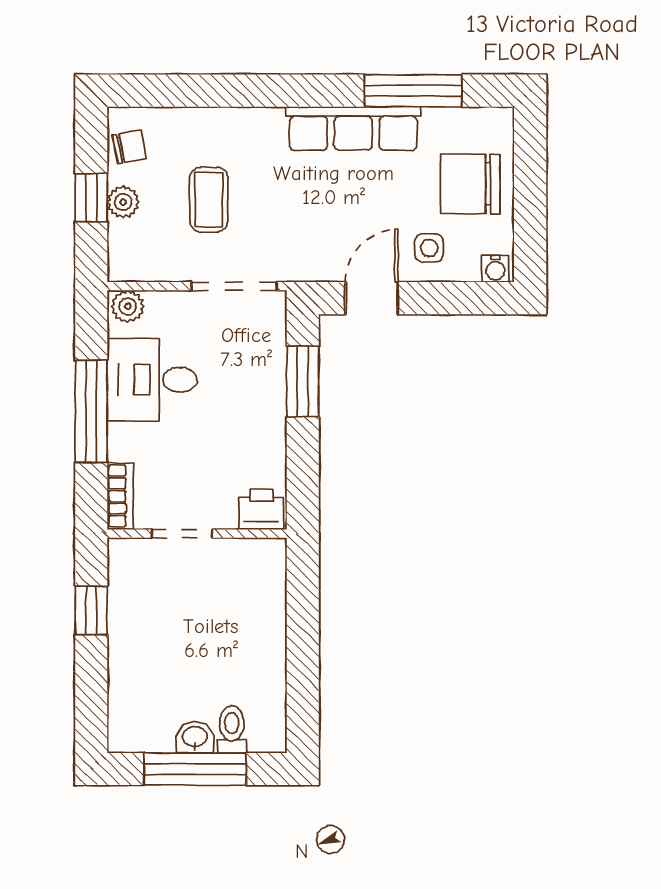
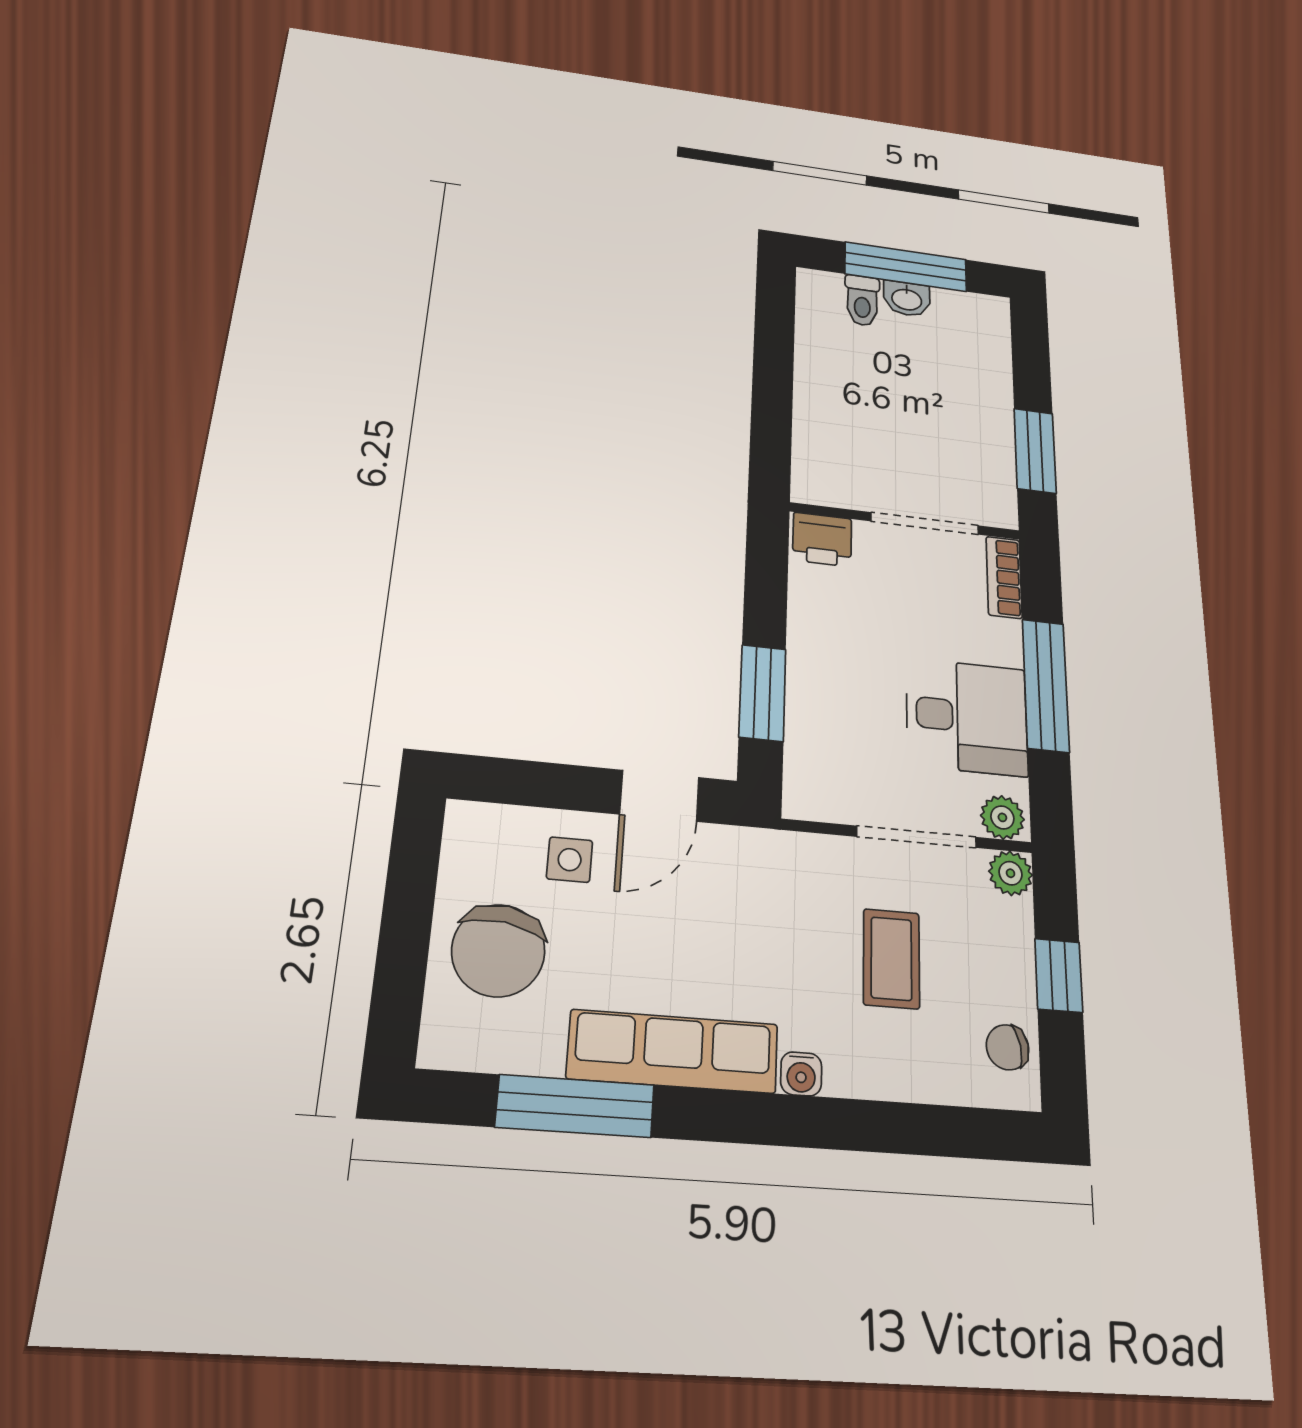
chair: (470, 184) -> (498, 951), turned 98
plant: (123, 202) -> (1011, 873), moved
water cooler: (495, 269) -> (801, 1074), moved, turned 180
doorway: (234, 286) -> (917, 837), moved
doorway: (182, 534) -> (925, 523), width x1.38
window: (91, 610) -> (1035, 451), width x1.50

